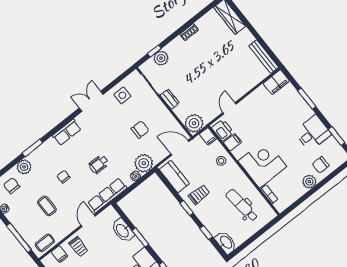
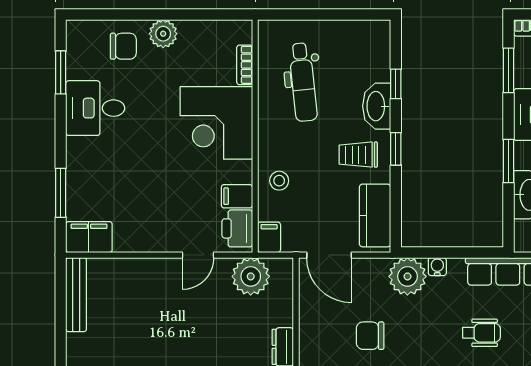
window: (307, 99) -> (61, 193), moved
plant: (194, 123) -> (251, 276), moved
washbasin: (226, 242) -> (377, 106), moved

